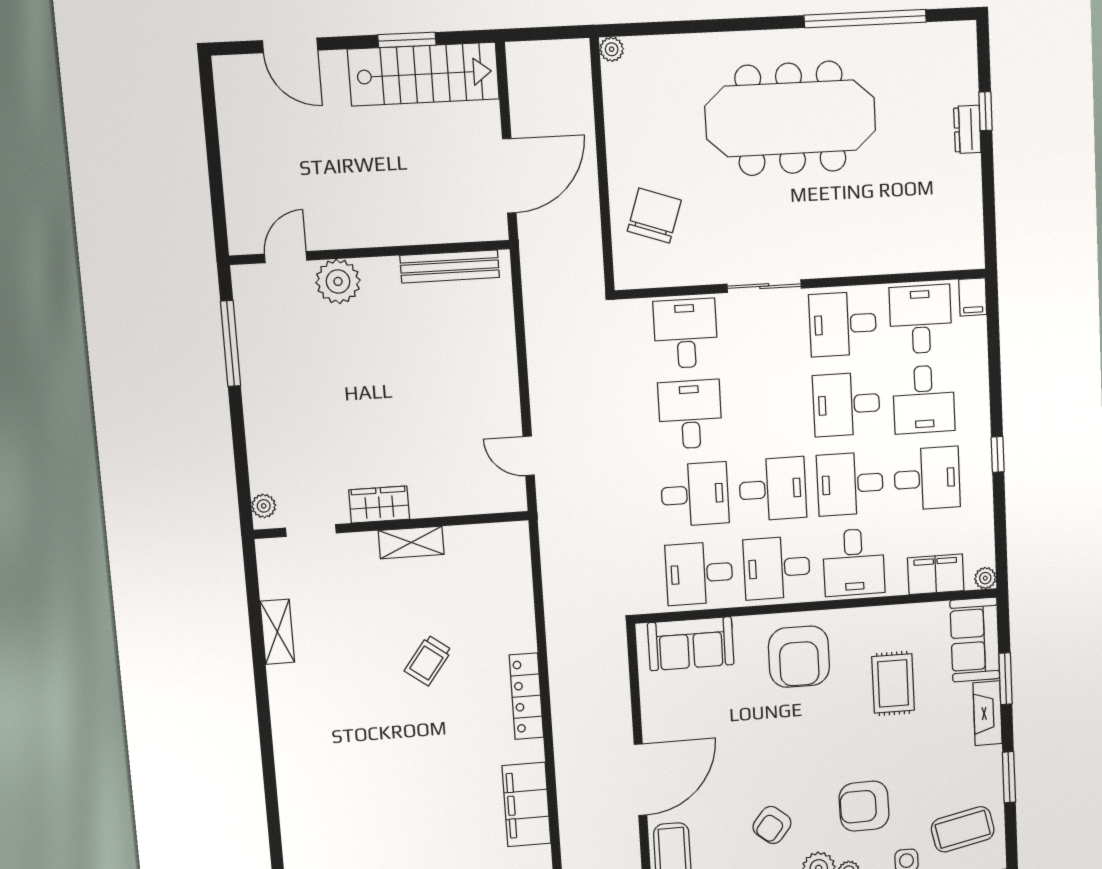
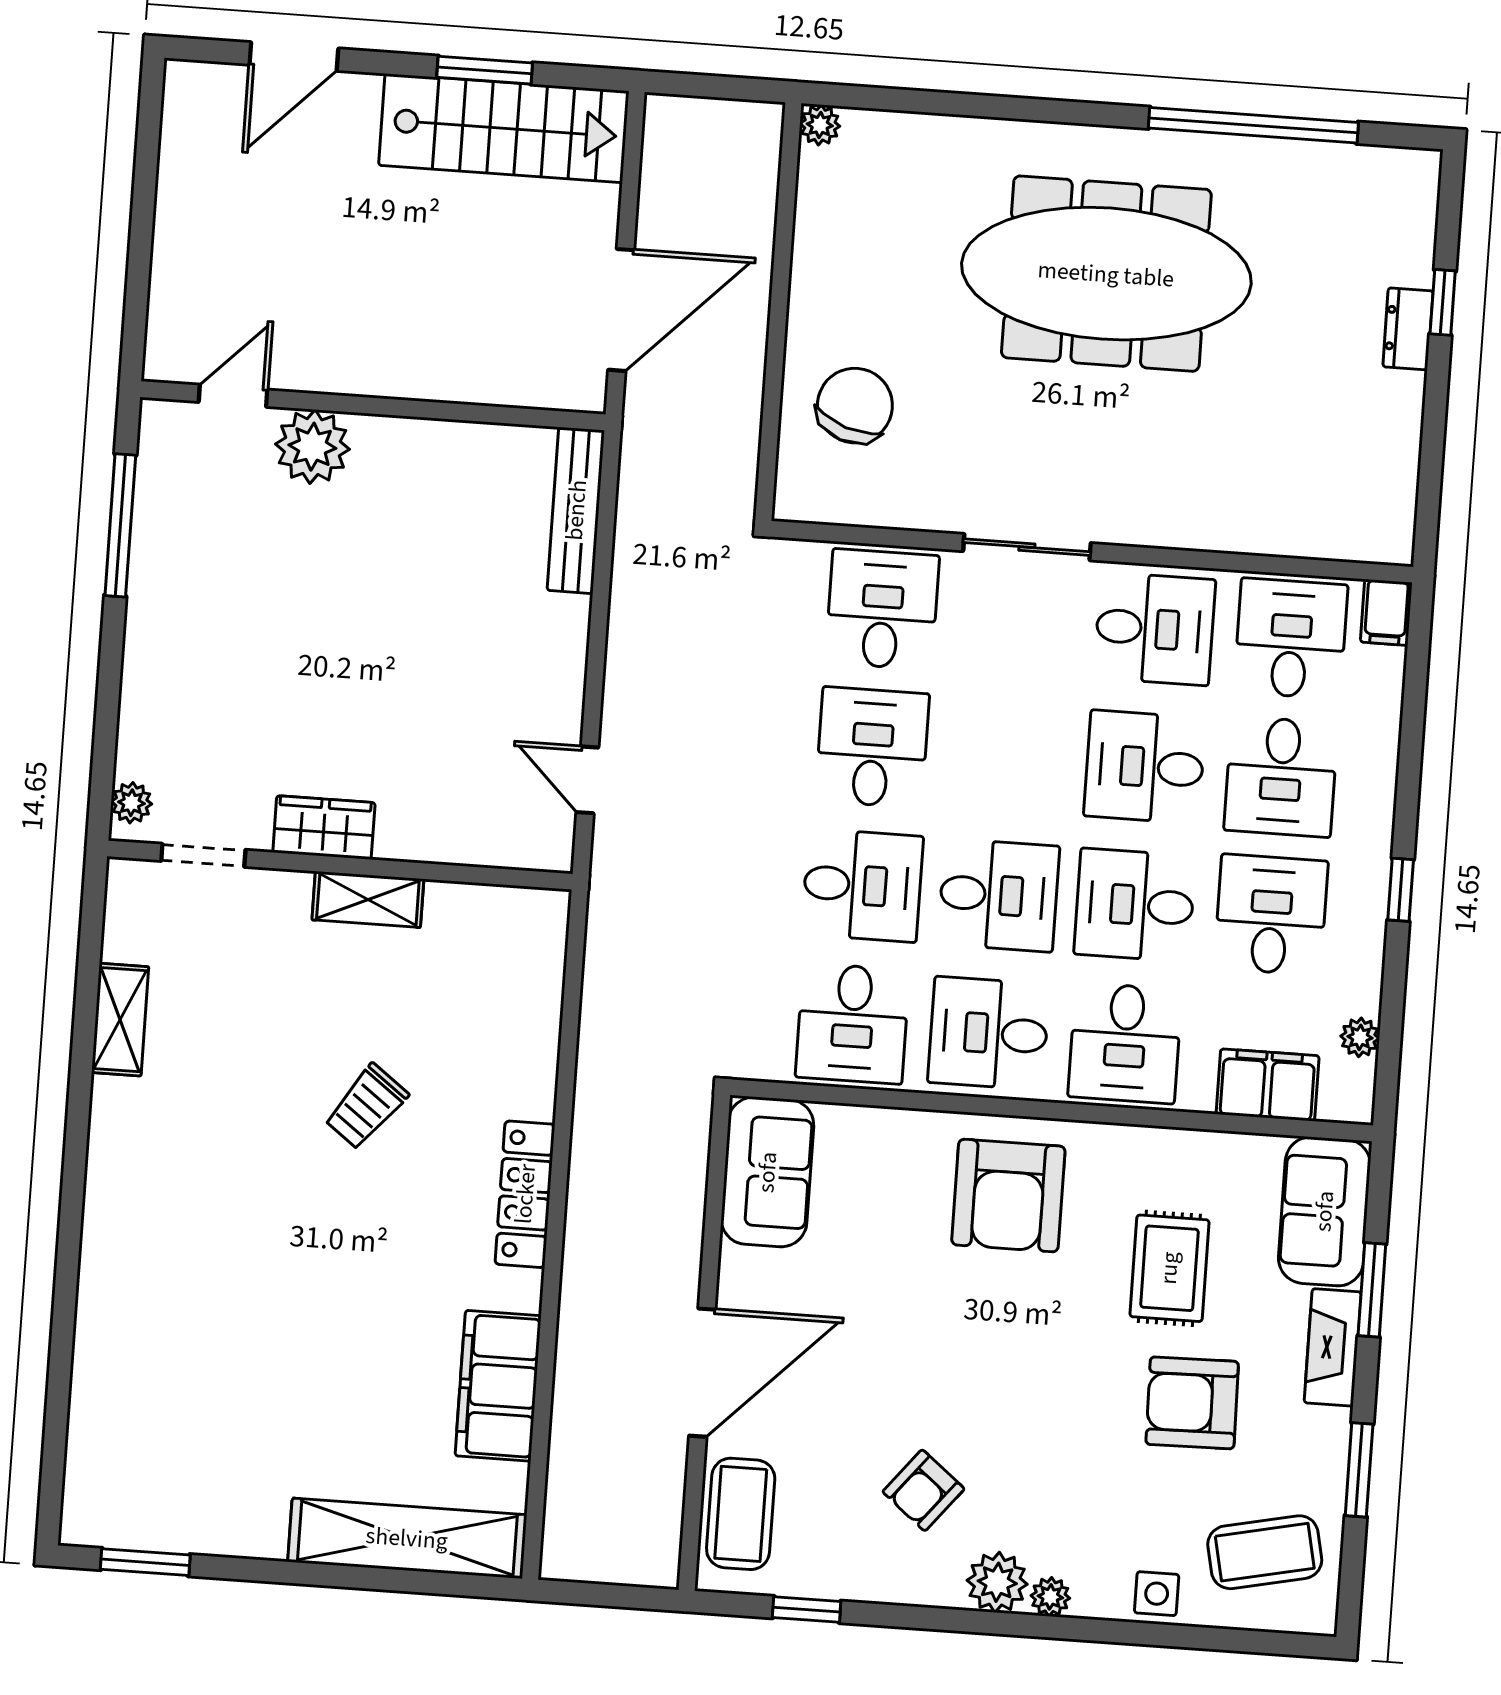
door: (290, 45) -> (294, 56), hinge flipped
bench: (450, 266) -> (576, 510), moved, turned 90
desk: (843, 324) -> (1155, 629), turned 180
desk: (927, 479) -> (1271, 915), turned -90
desk: (699, 573) -> (853, 1023), turned -90
plant: (985, 578) -> (1360, 1037), moved
sofa: (691, 644) -> (767, 1172), moved, turned -90
armchair: (864, 806) -> (1192, 1403), moved

